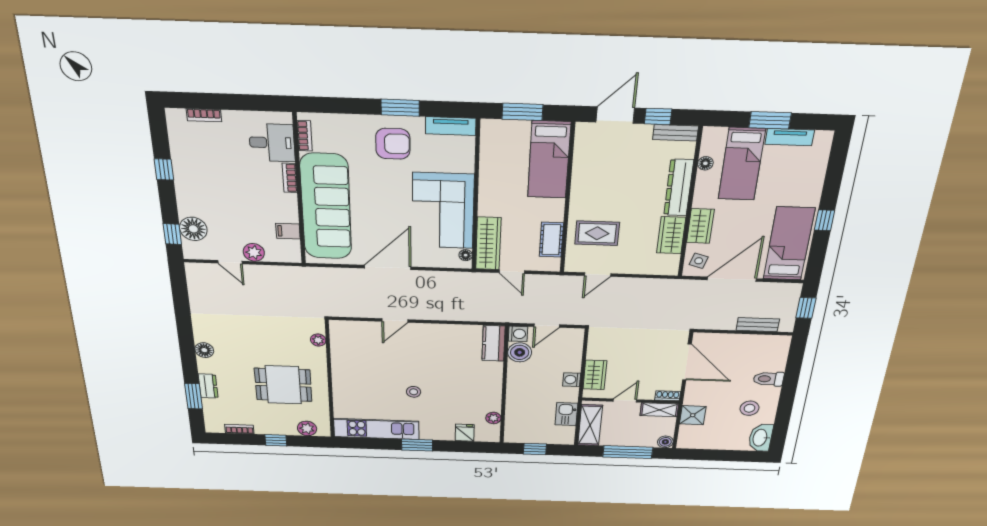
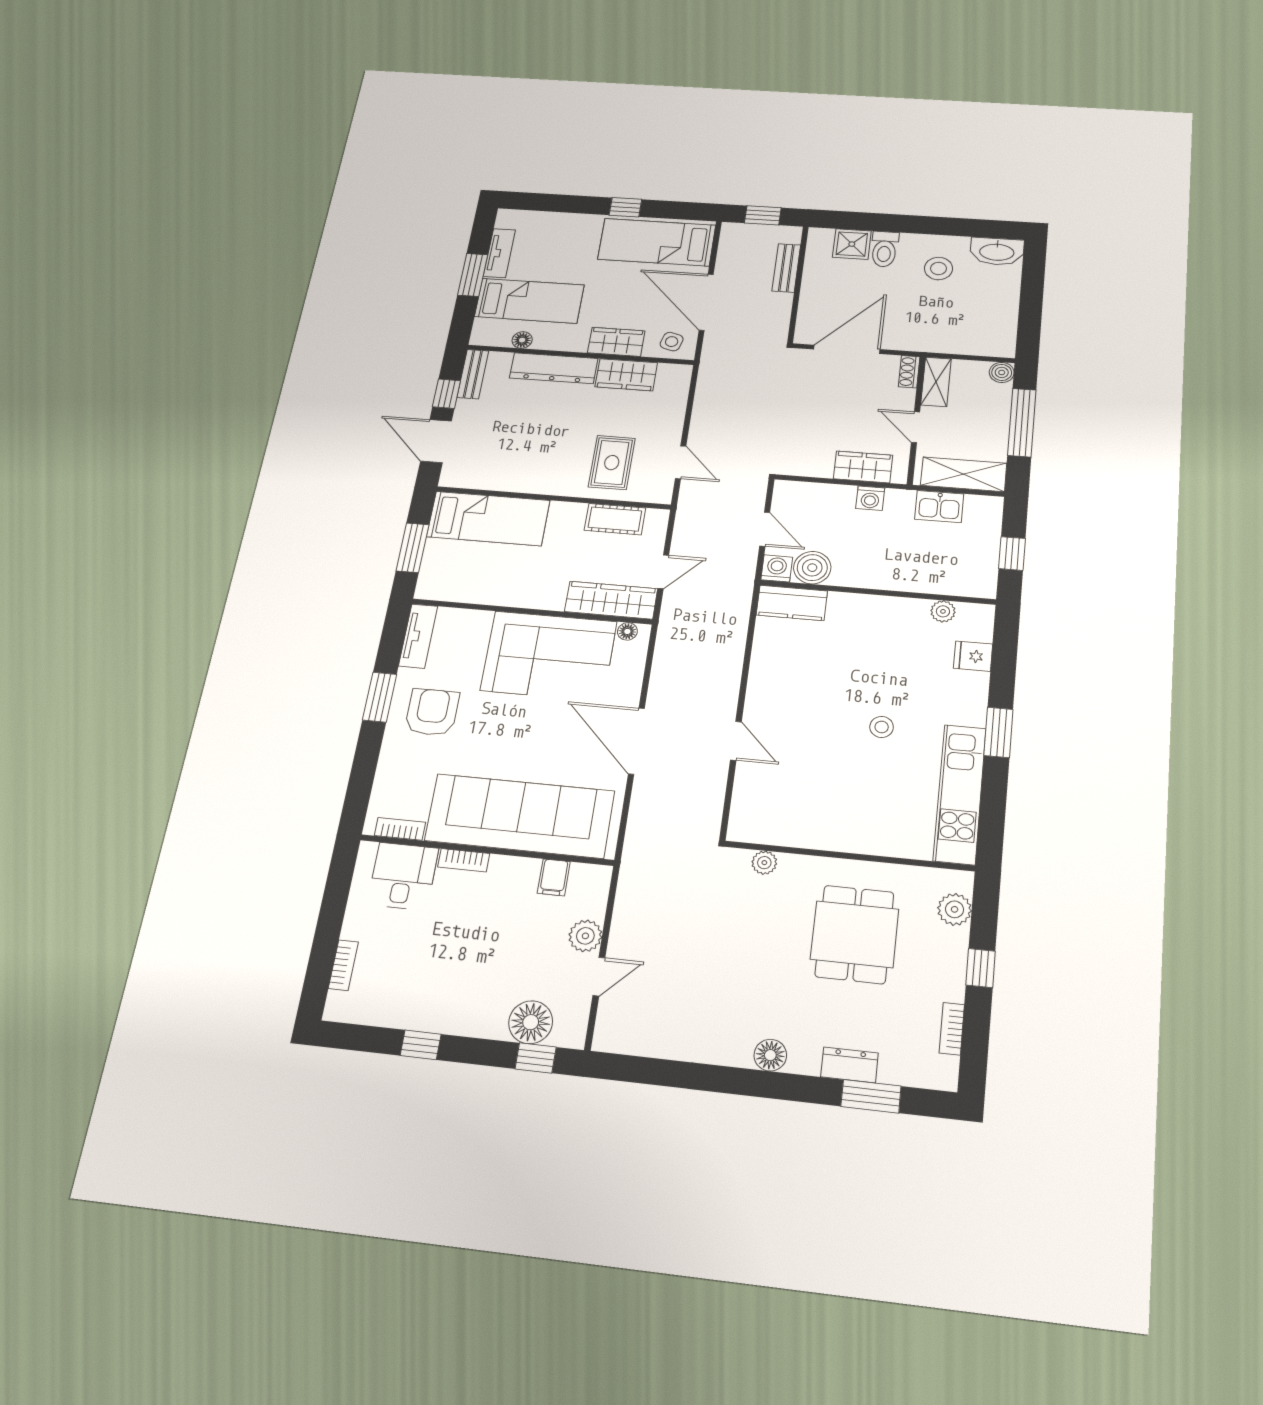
shower: (693, 415) -> (852, 244), moved

